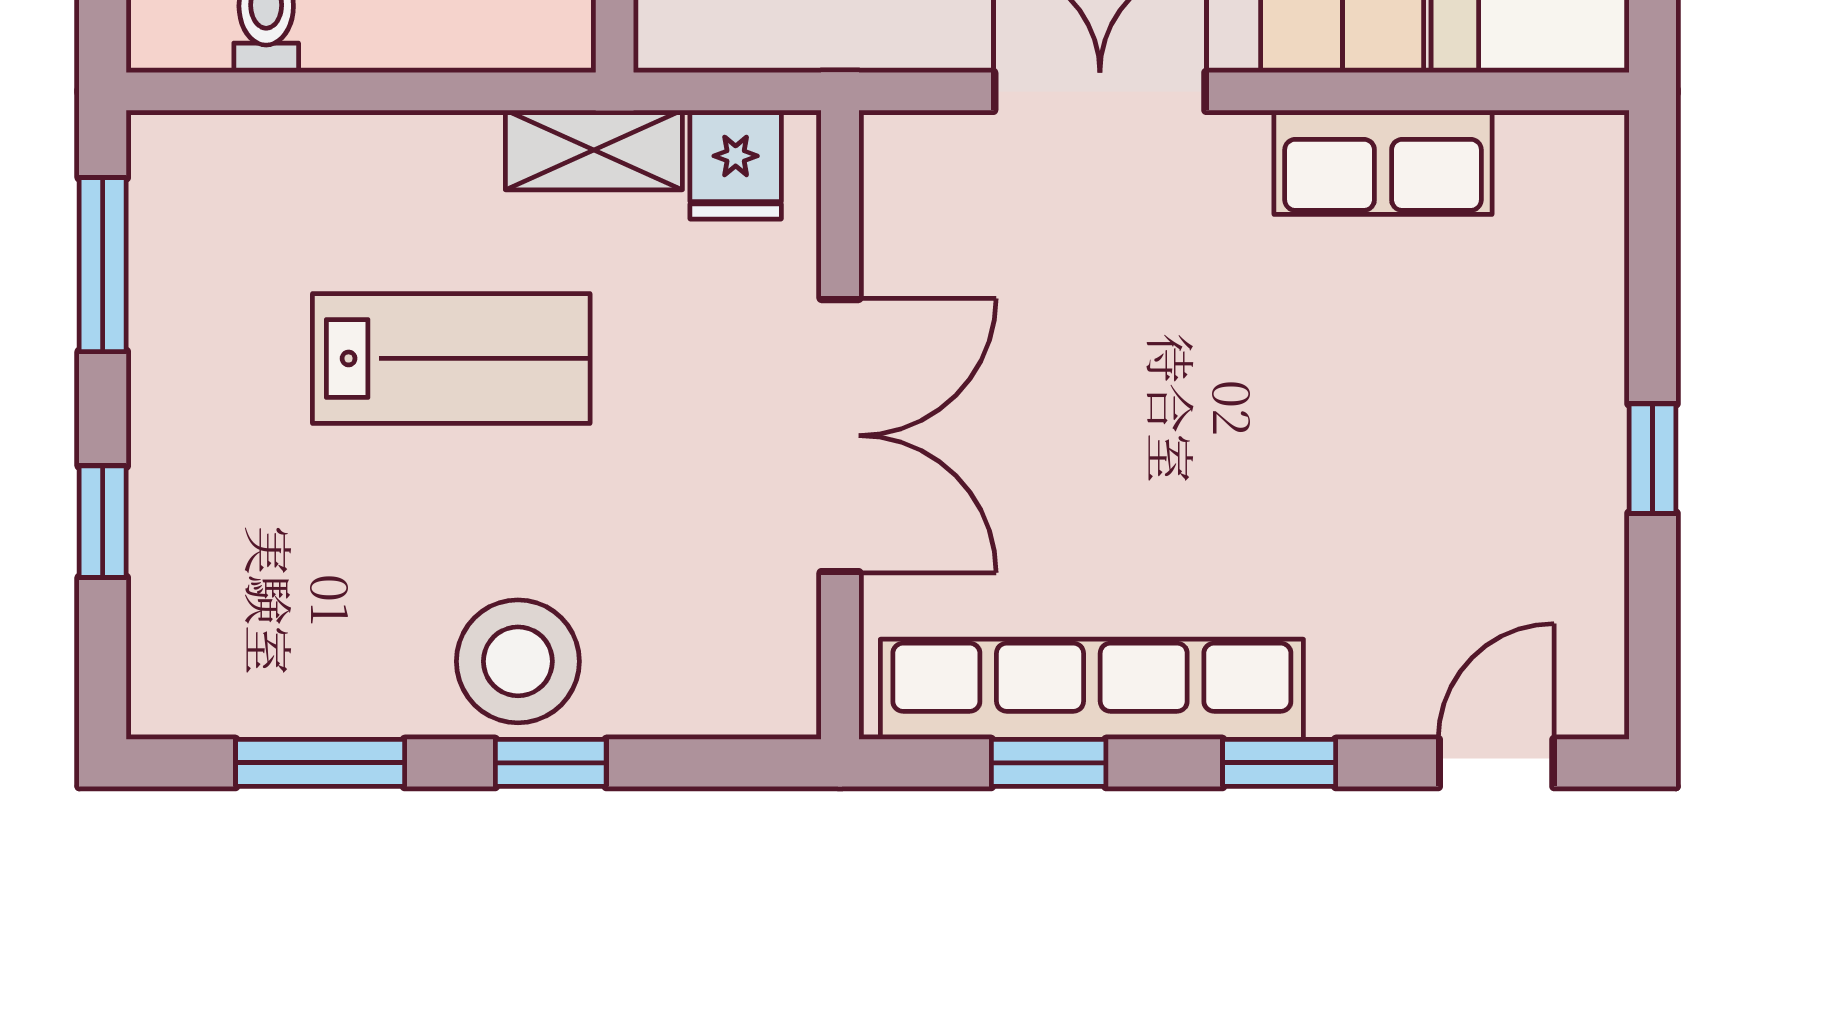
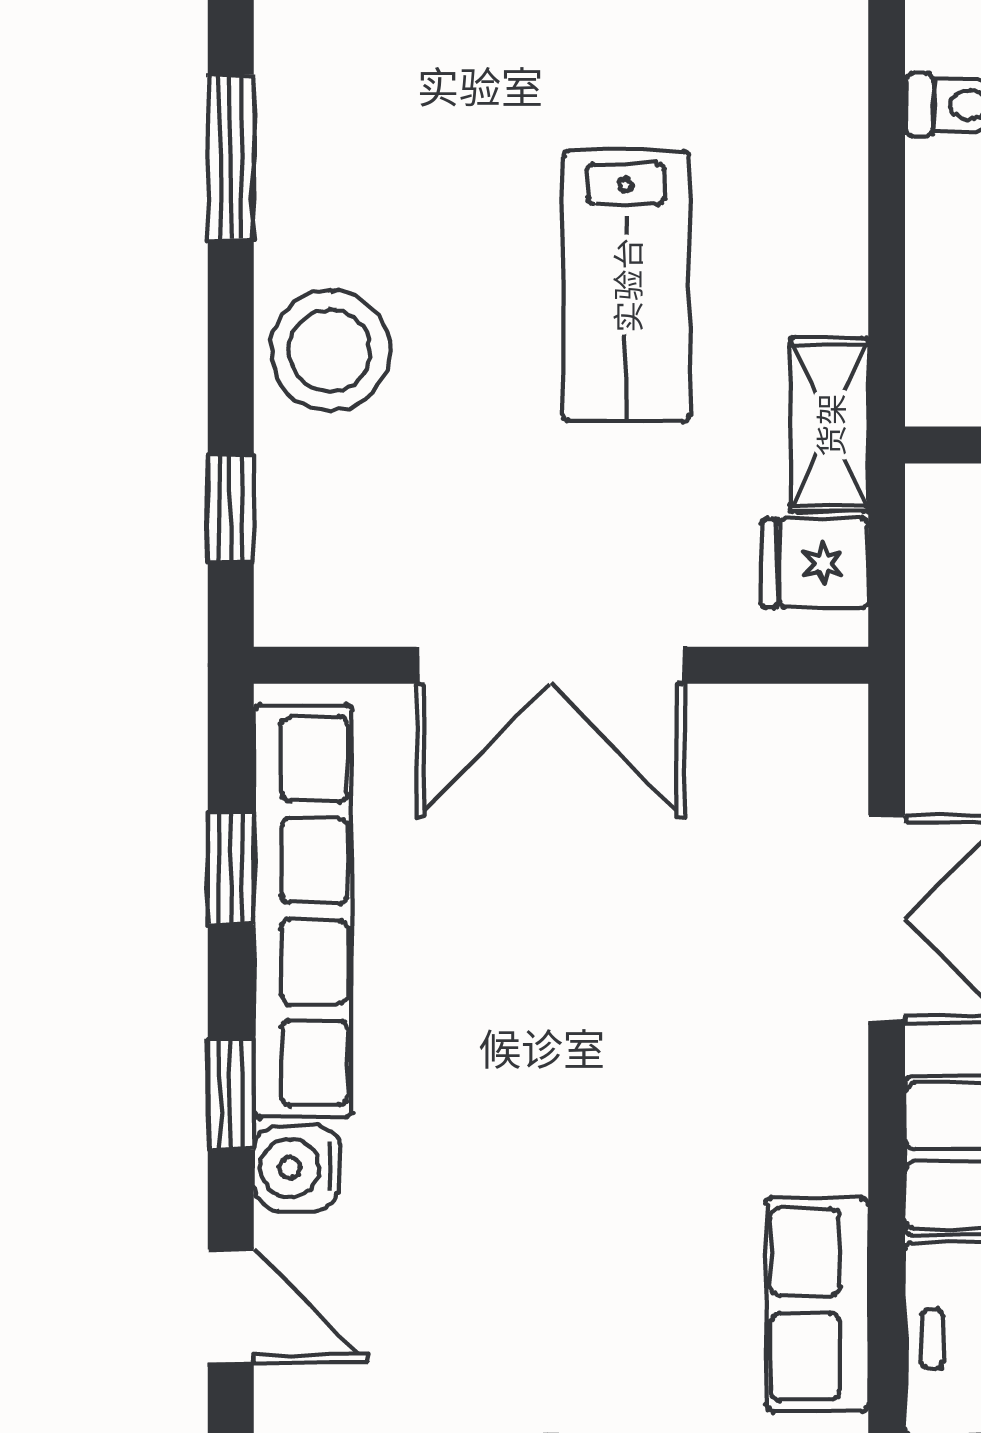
row of seats: (1383, 162) -> (817, 1304), moved
water cooler: (1355, 696) -> (297, 1168), added
window: (551, 763) -> (231, 508), moved

